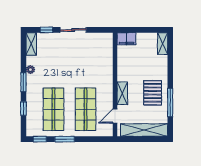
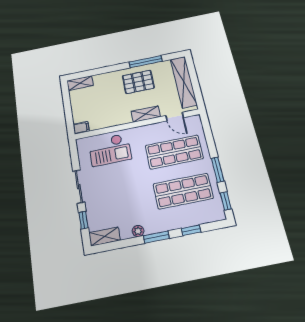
filing cabinet: (126, 39) -> (81, 128), width x0.50
checkout: (98, 59) -> (110, 150), added

